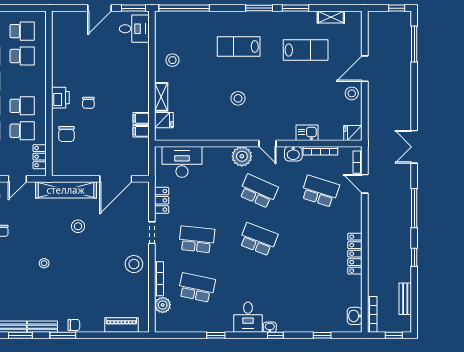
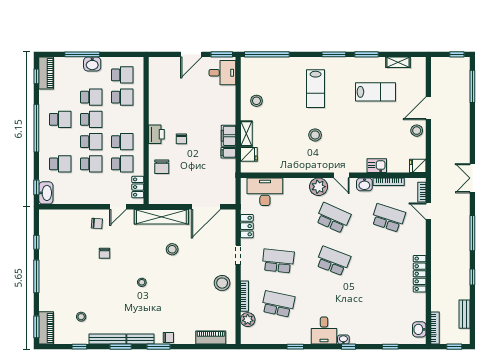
lab bench: (239, 47) -> (316, 89), turned -90
filing cabinet: (141, 131) -> (228, 136), moved, width x2.00

